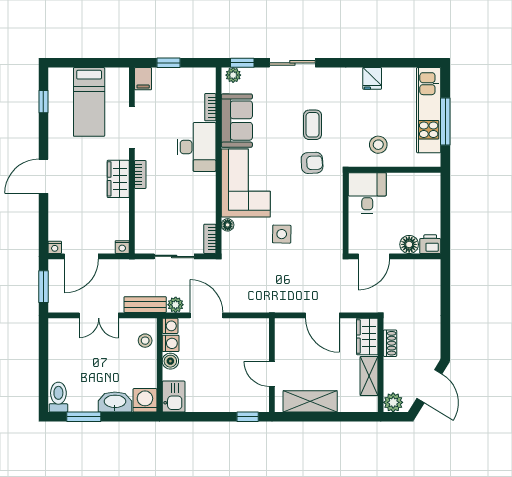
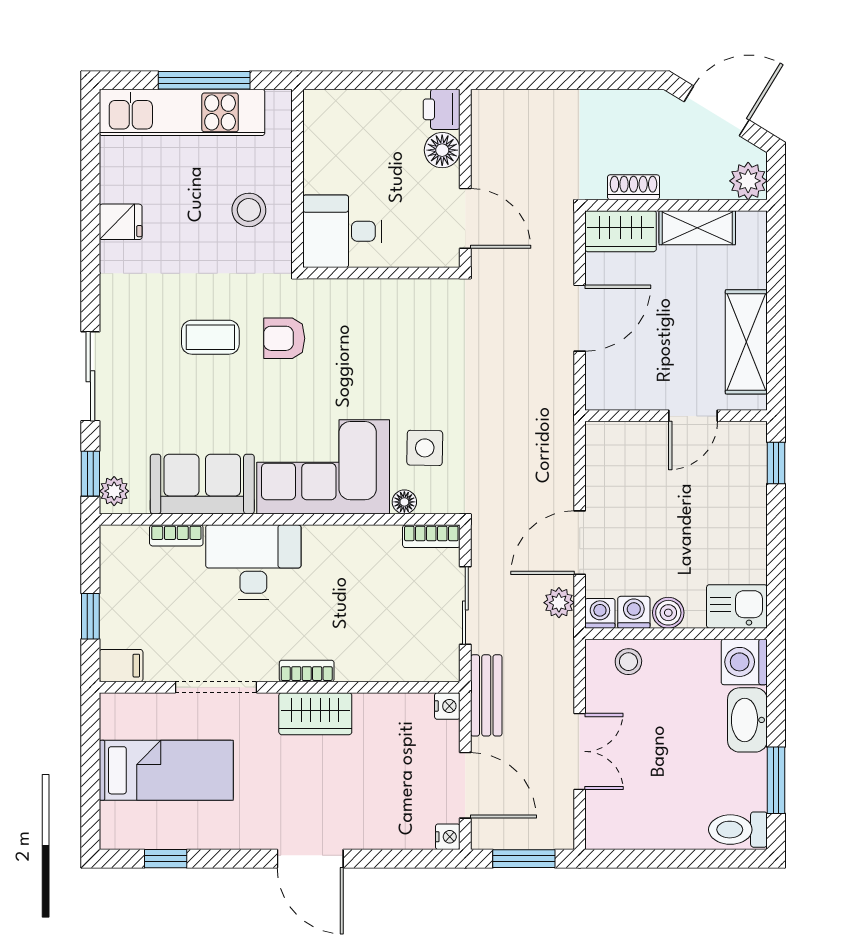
armchair: (312, 163) -> (284, 338), turned -87
side table: (282, 234) -> (425, 448), moved
bench: (145, 305) -> (486, 695), moved

